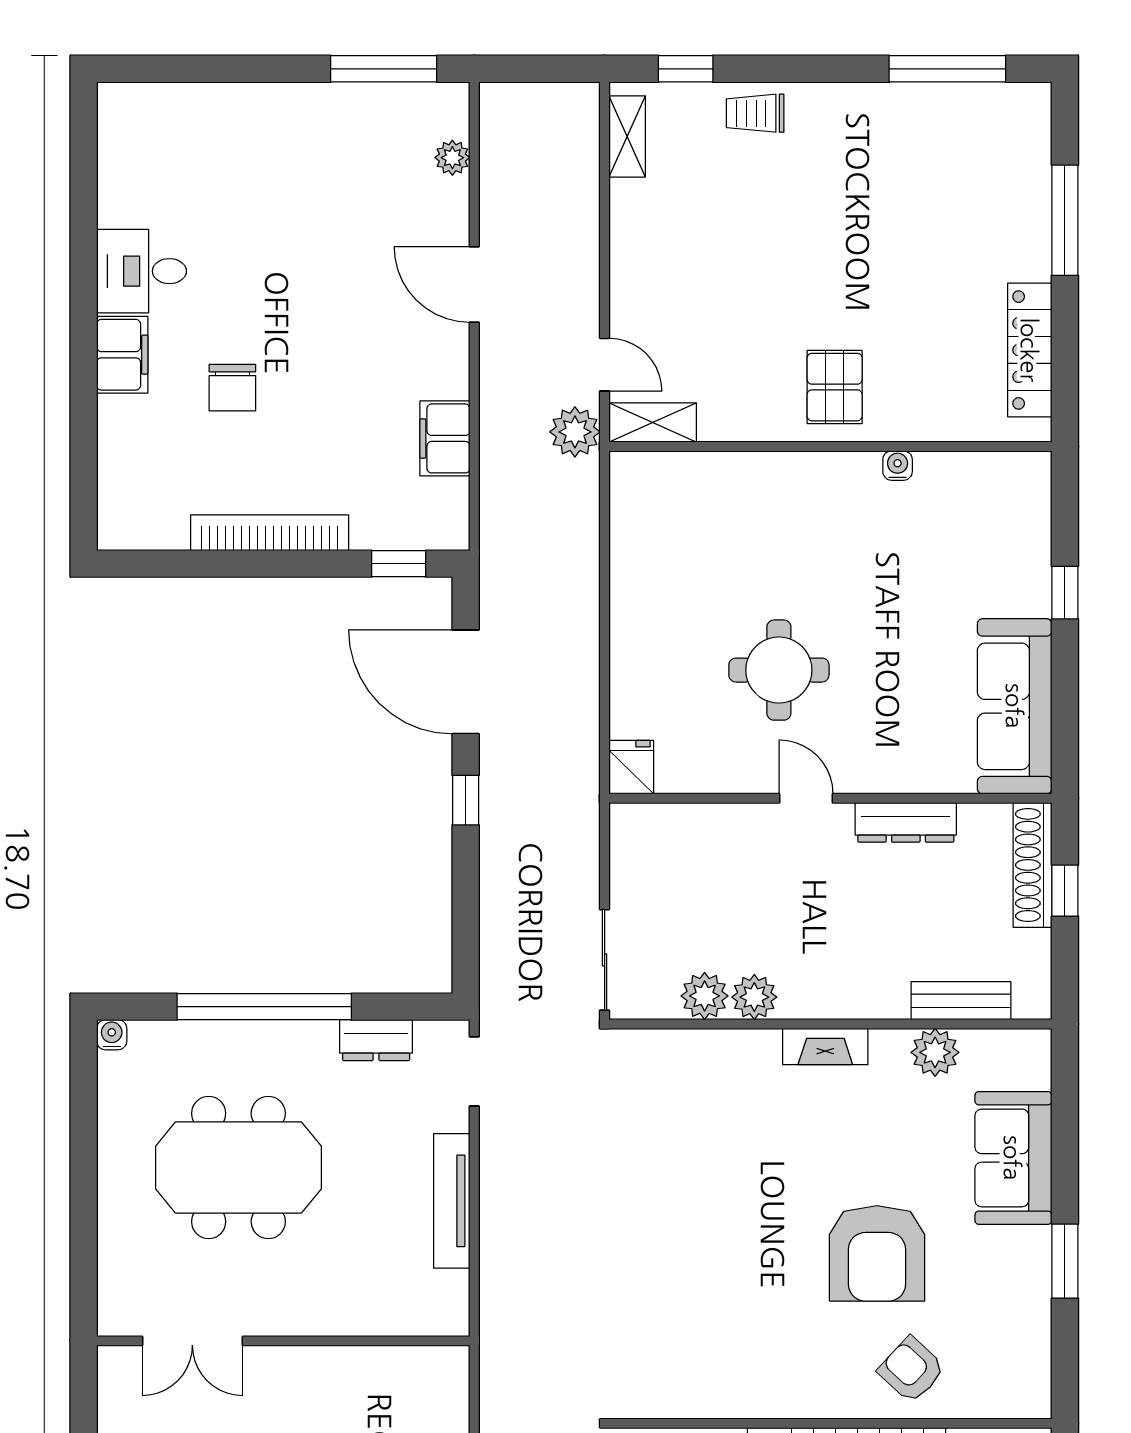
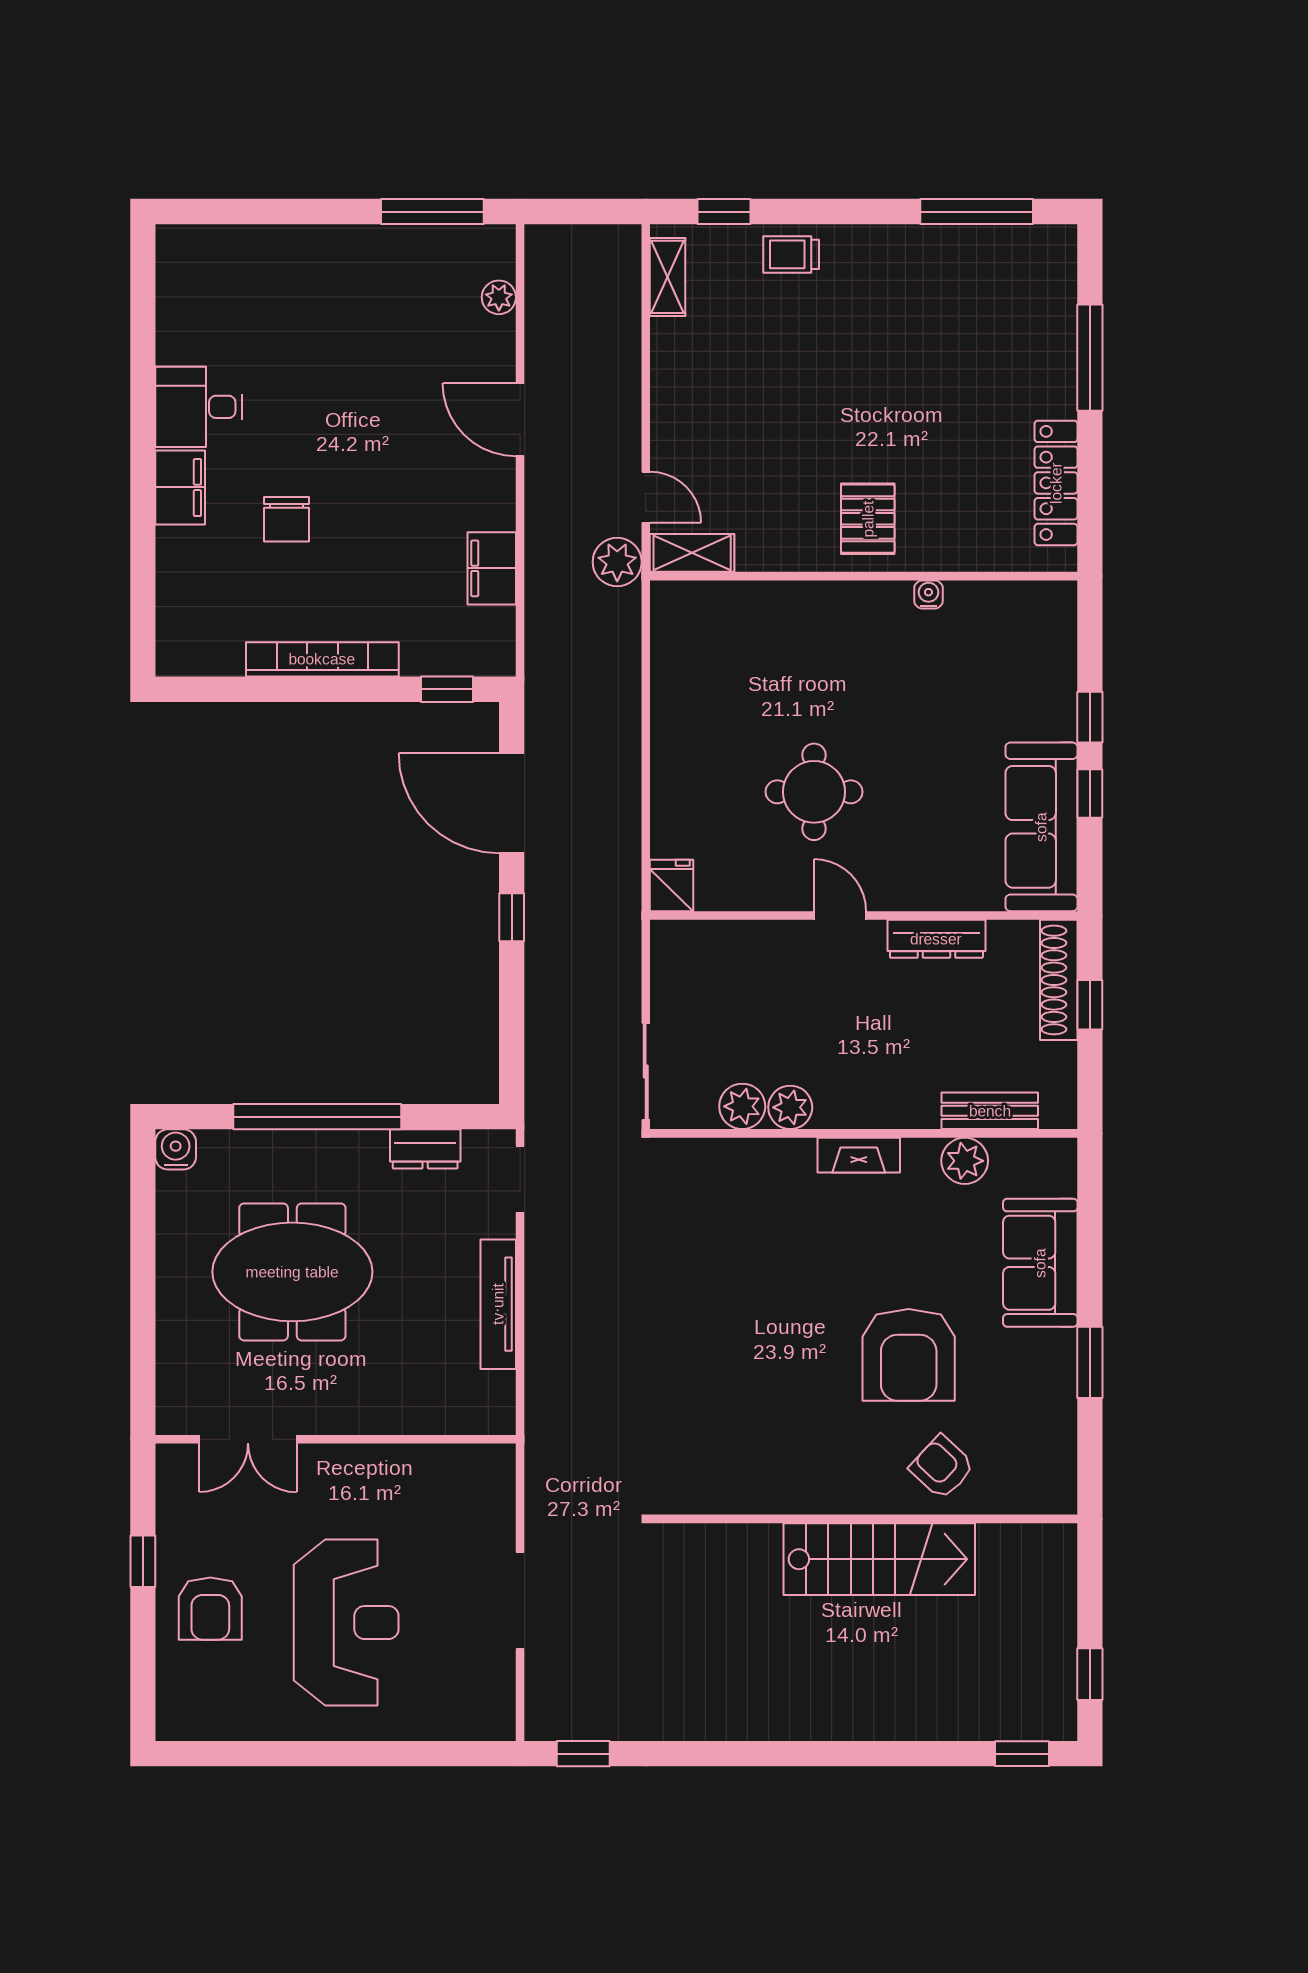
window: (1065, 672) -> (1090, 793), added
water cooler: (112, 1035) -> (176, 1149), width x1.38, depth x1.38

